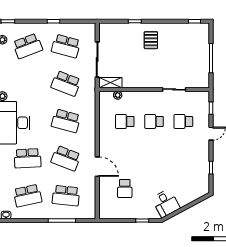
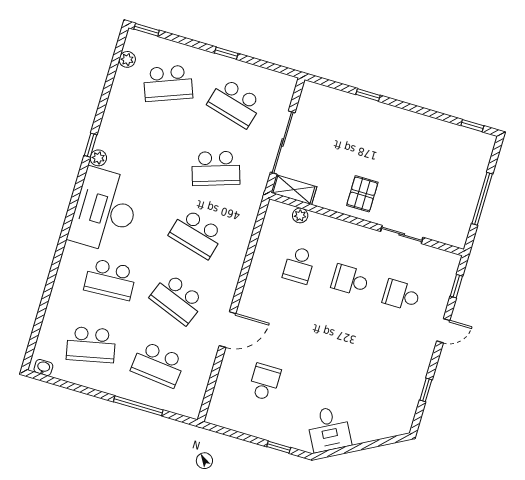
pallet: (151, 40) -> (362, 194), moved
school desk: (66, 83) -> (216, 168), turned -39
school desk: (125, 121) -> (299, 265), turned -90
door: (97, 167) -> (228, 330), hinge flipped
school desk: (125, 188) -> (265, 382), turned 180

